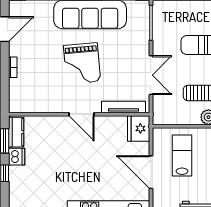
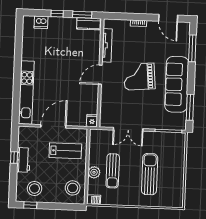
tv unit: (124, 107) -> (107, 45), moved
fridge: (139, 128) -> (92, 121), width x0.53, depth x0.75
dishwasher: (17, 157) -> (41, 22), moved

